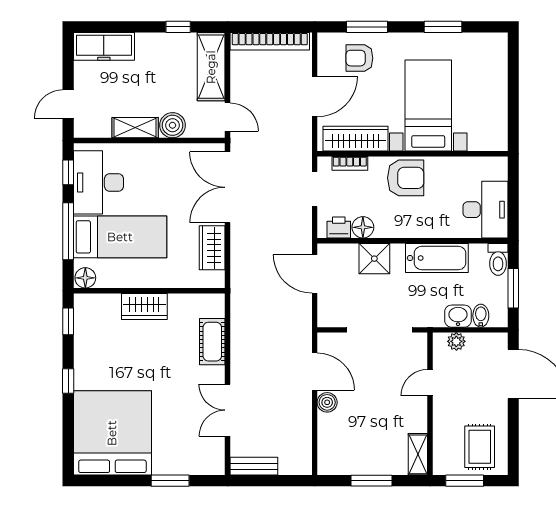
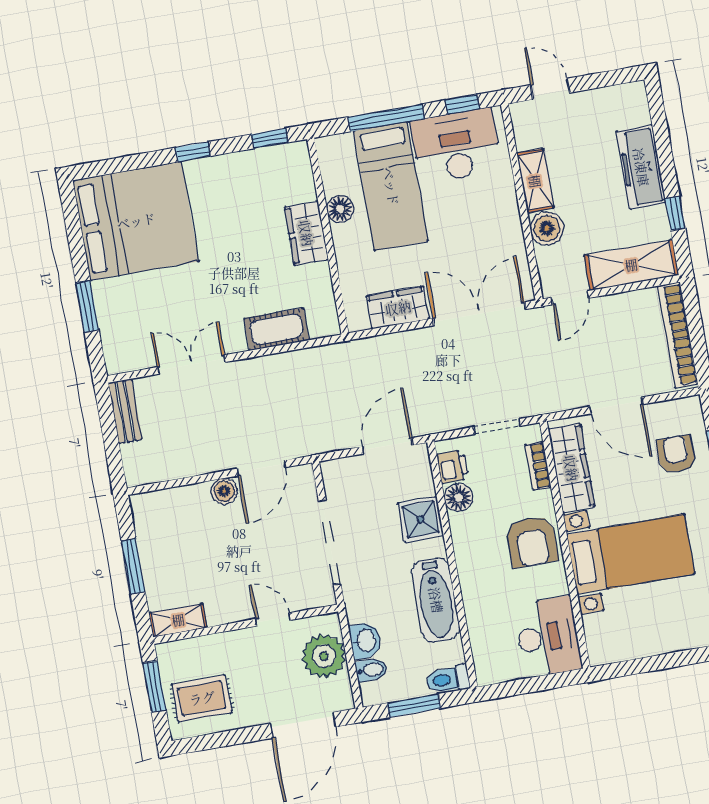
freezer: (104, 46) -> (641, 167), moved
desk: (485, 210) -> (548, 637), moved, turned -90
floor lamp: (85, 278) -> (340, 209), moved
plant: (456, 341) -> (324, 656), width x1.87, depth x1.87

